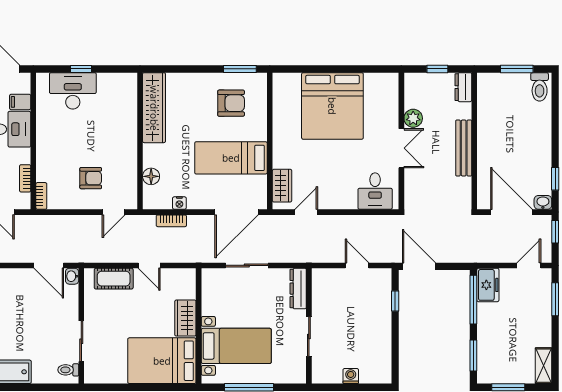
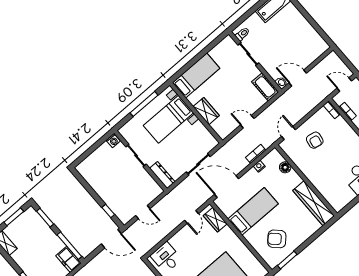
armchair: (231, 103) -> (277, 239), turned 44
armchair: (91, 178) -> (315, 140), turned -80
door: (236, 212) -> (227, 187), hinge flipped
cot: (114, 279) -> (265, 87), moved, turned 90
bed: (162, 361) -> (196, 76), width x0.67
washing machine: (351, 376) -> (113, 141), moved

